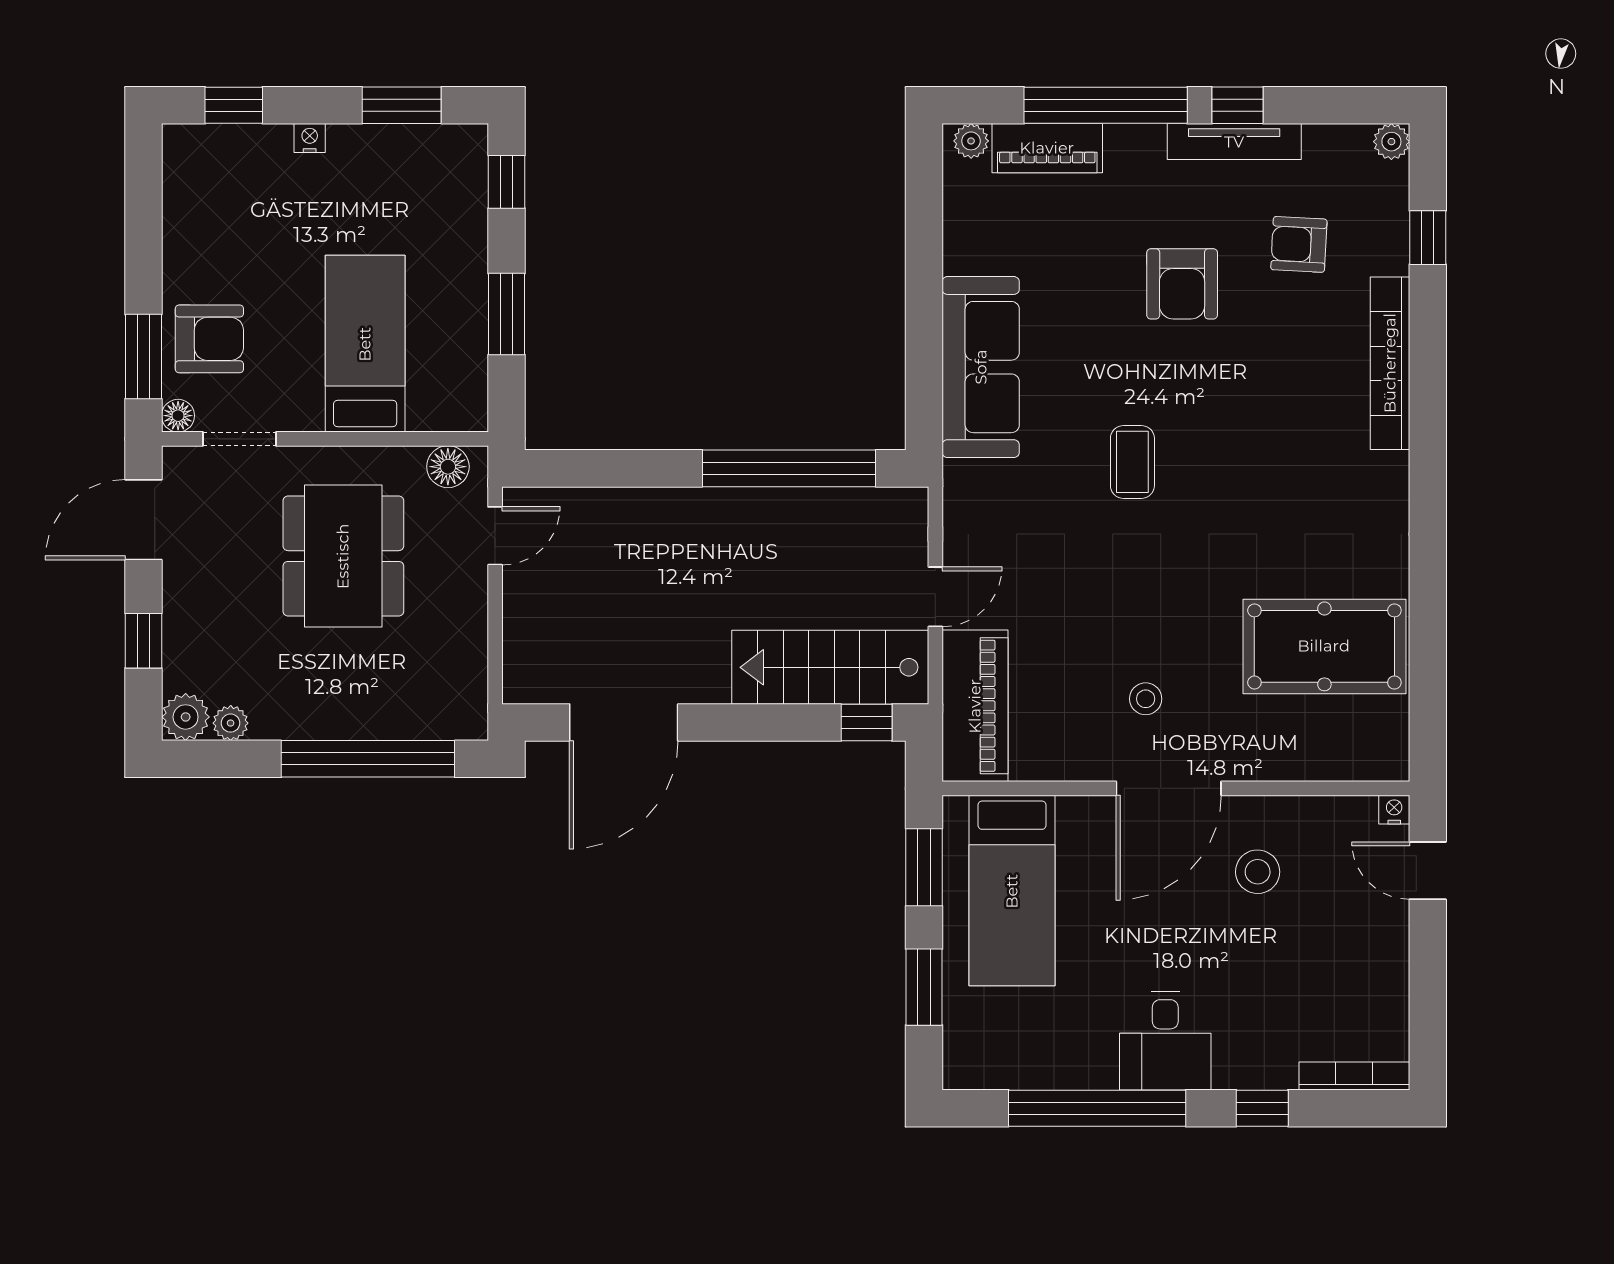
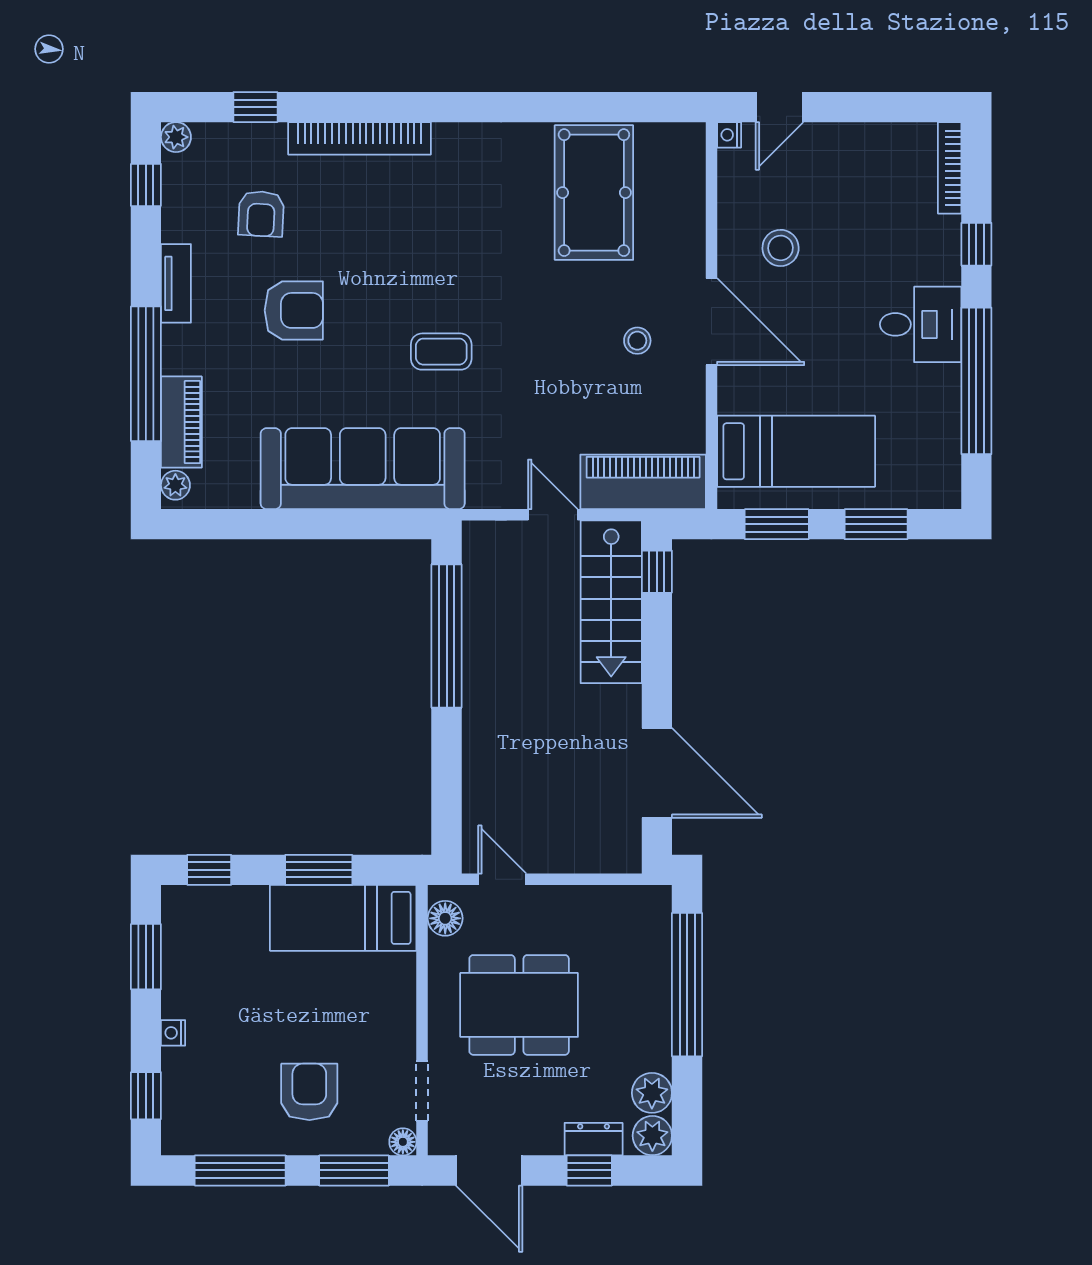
window: (1237, 105) -> (146, 185), moved
tv unit: (1234, 142) -> (176, 283), width x0.71
window: (143, 219) -> (240, 1170), added
armchair: (209, 339) -> (309, 1092), moved
bed: (365, 344) -> (343, 918), moved
sofa: (981, 367) -> (363, 469), width x1.36, depth x1.27
dresser: (181, 646) -> (594, 1139), added
plant: (231, 723) -> (652, 1093), width x1.38, depth x1.38

